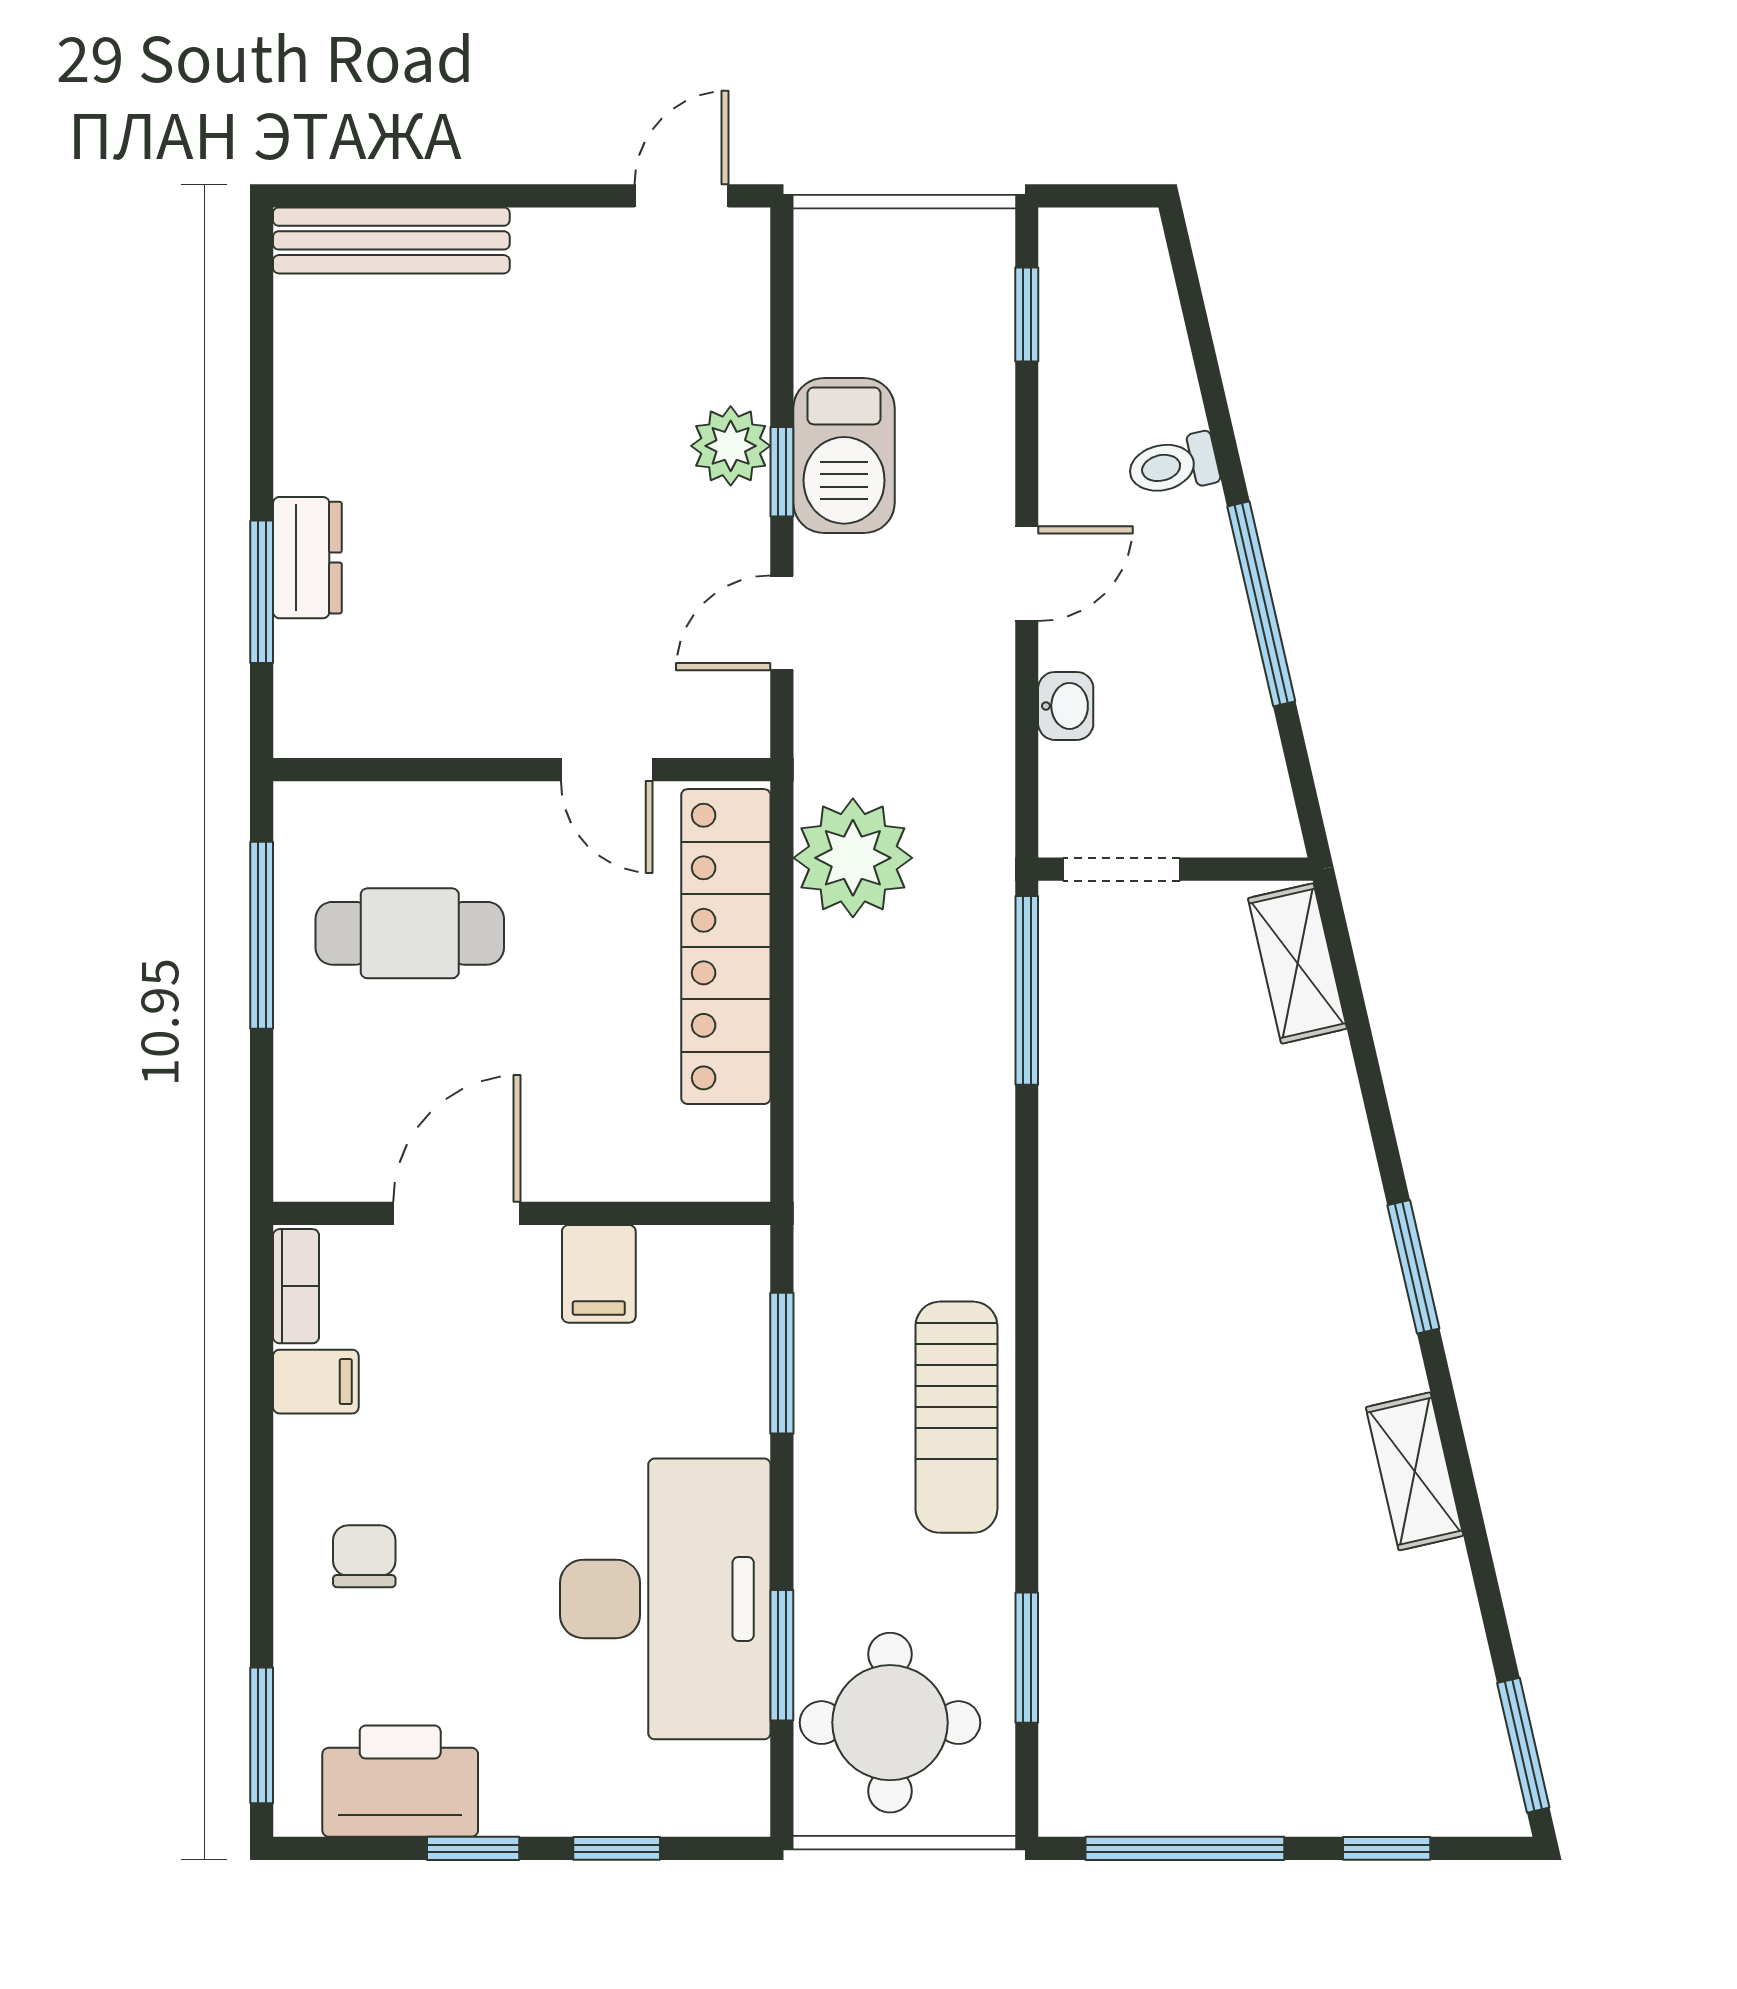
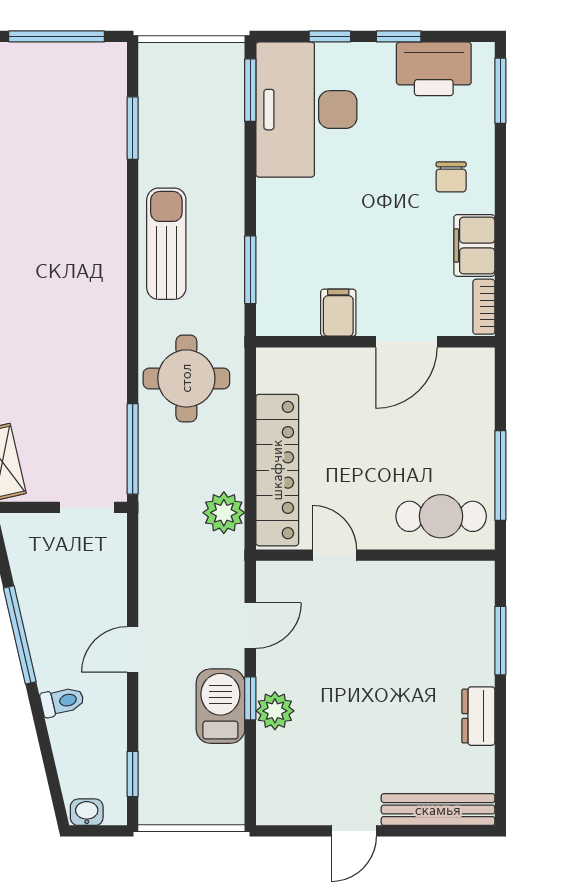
door: (682, 196) -> (354, 831), moved
dresser: (307, 558) -> (478, 716), moved
washbasin: (1066, 706) -> (87, 812), moved, turned 90
plant: (853, 858) -> (224, 513), width x0.73, depth x0.73
cafe table: (410, 933) -> (441, 516), moved
filing cabinet: (316, 1382) -> (474, 245), width x2.00
desk: (665, 1599) -> (306, 110), moved
window: (782, 1655) -> (250, 90), moved
round table: (890, 1723) -> (186, 378), moved

